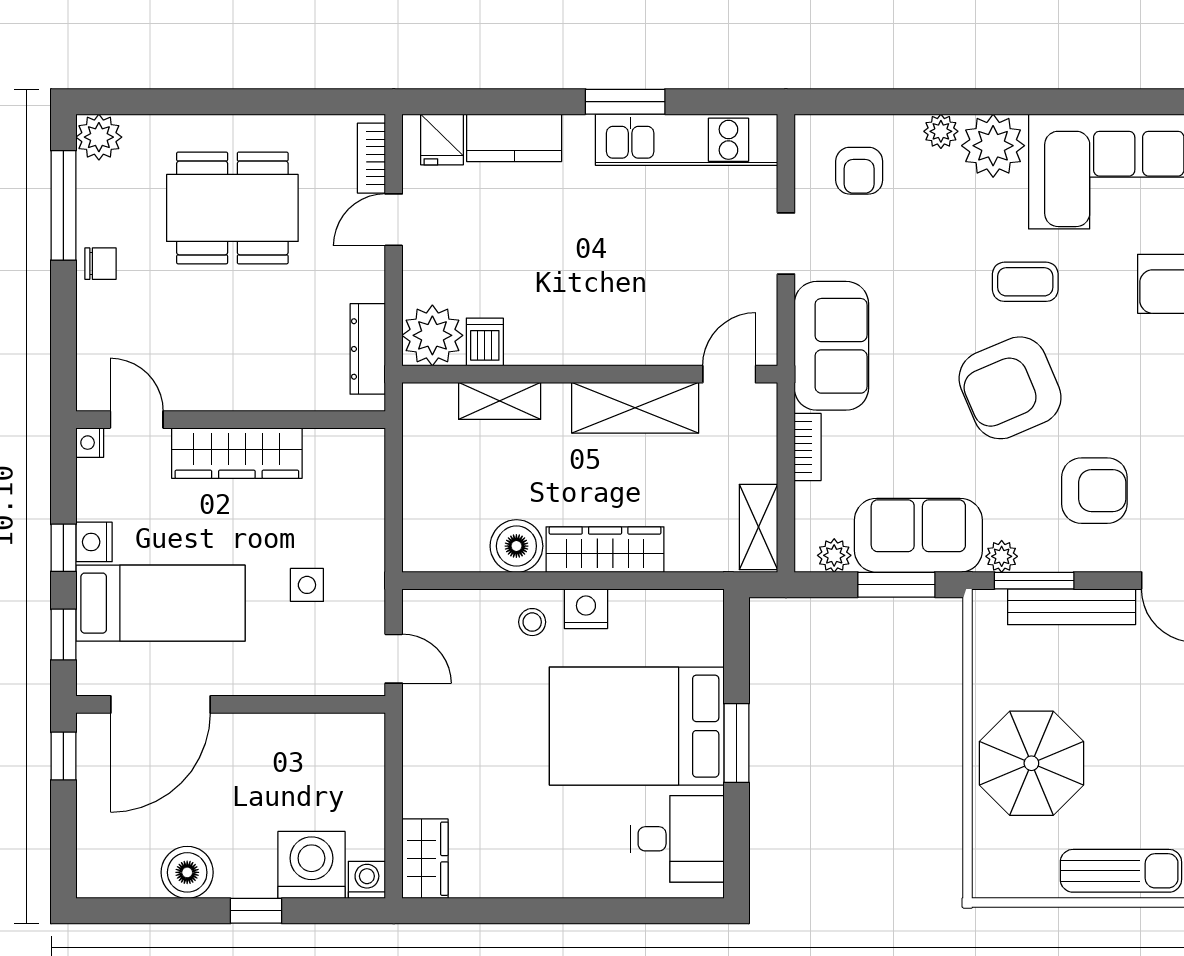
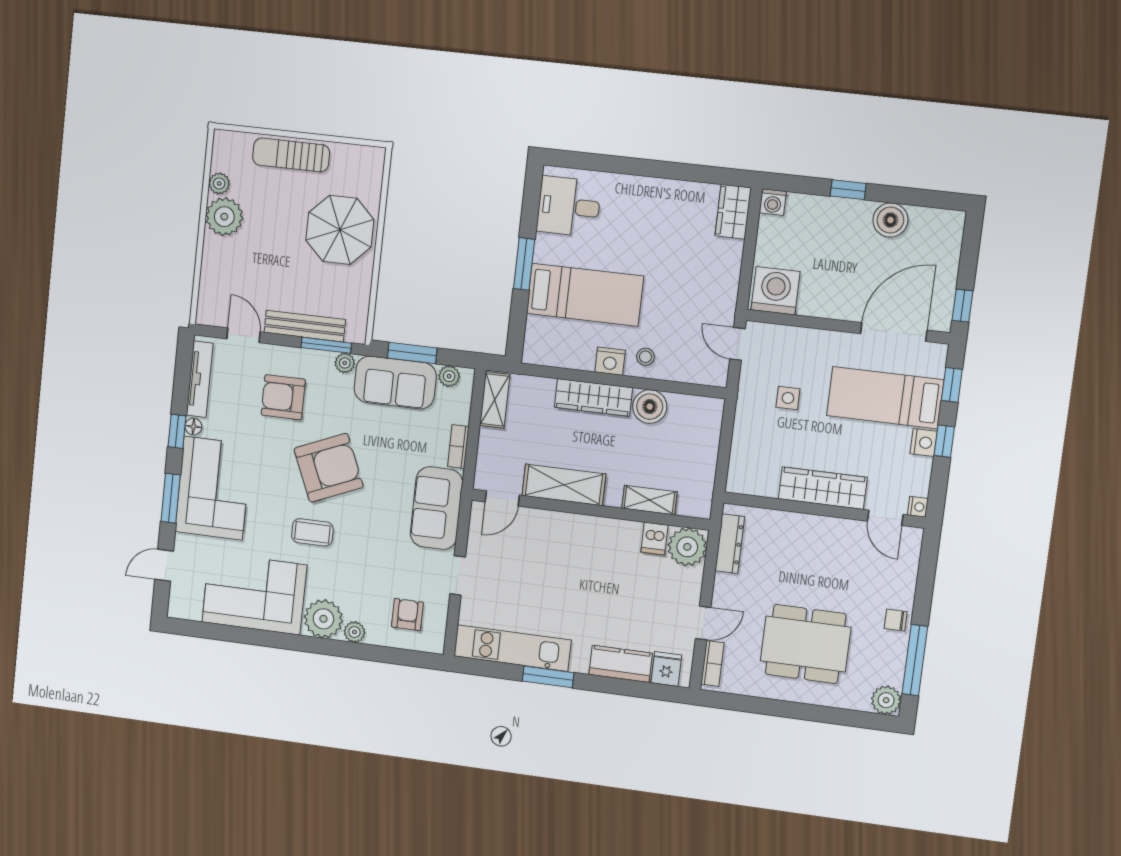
bed: (637, 726) -> (585, 295), width x0.67
washing machine: (311, 865) -> (775, 291), moved, turned 180

